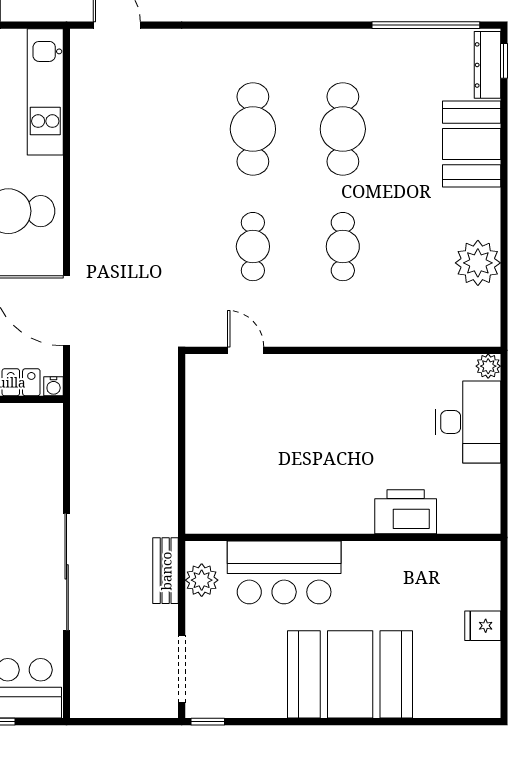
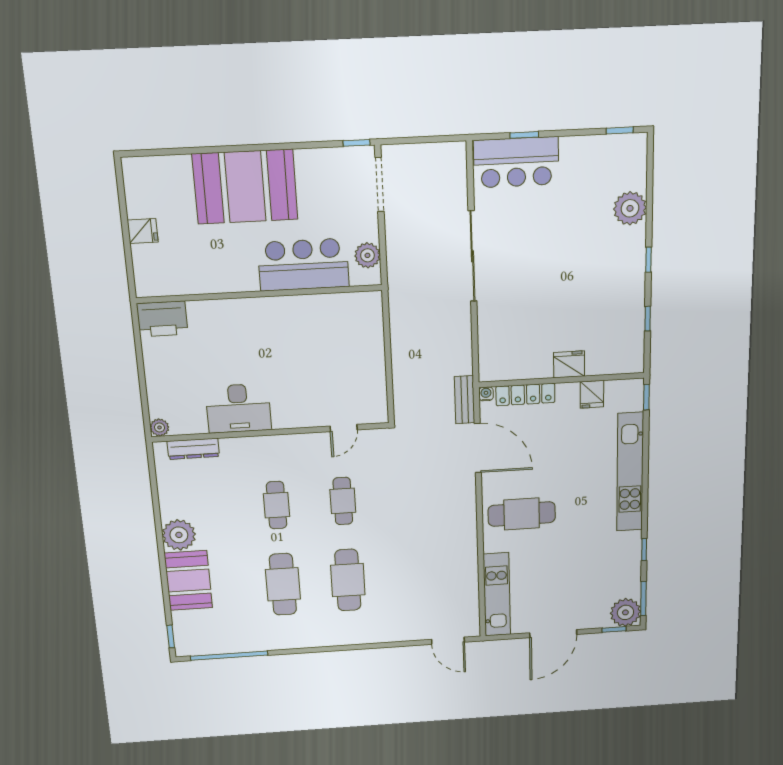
dresser: (487, 65) -> (193, 449), moved, turned 90
plant: (478, 263) -> (179, 535), moved
door: (246, 350) -> (344, 428), hinge flipped
desk: (468, 422) -> (238, 408), moved, turned -90
printer: (406, 512) -> (162, 319), moved
bench: (166, 571) -> (464, 400), moved

